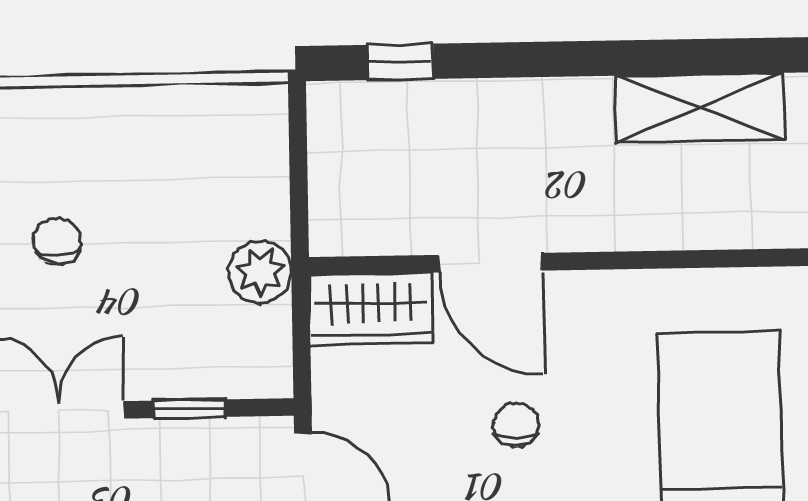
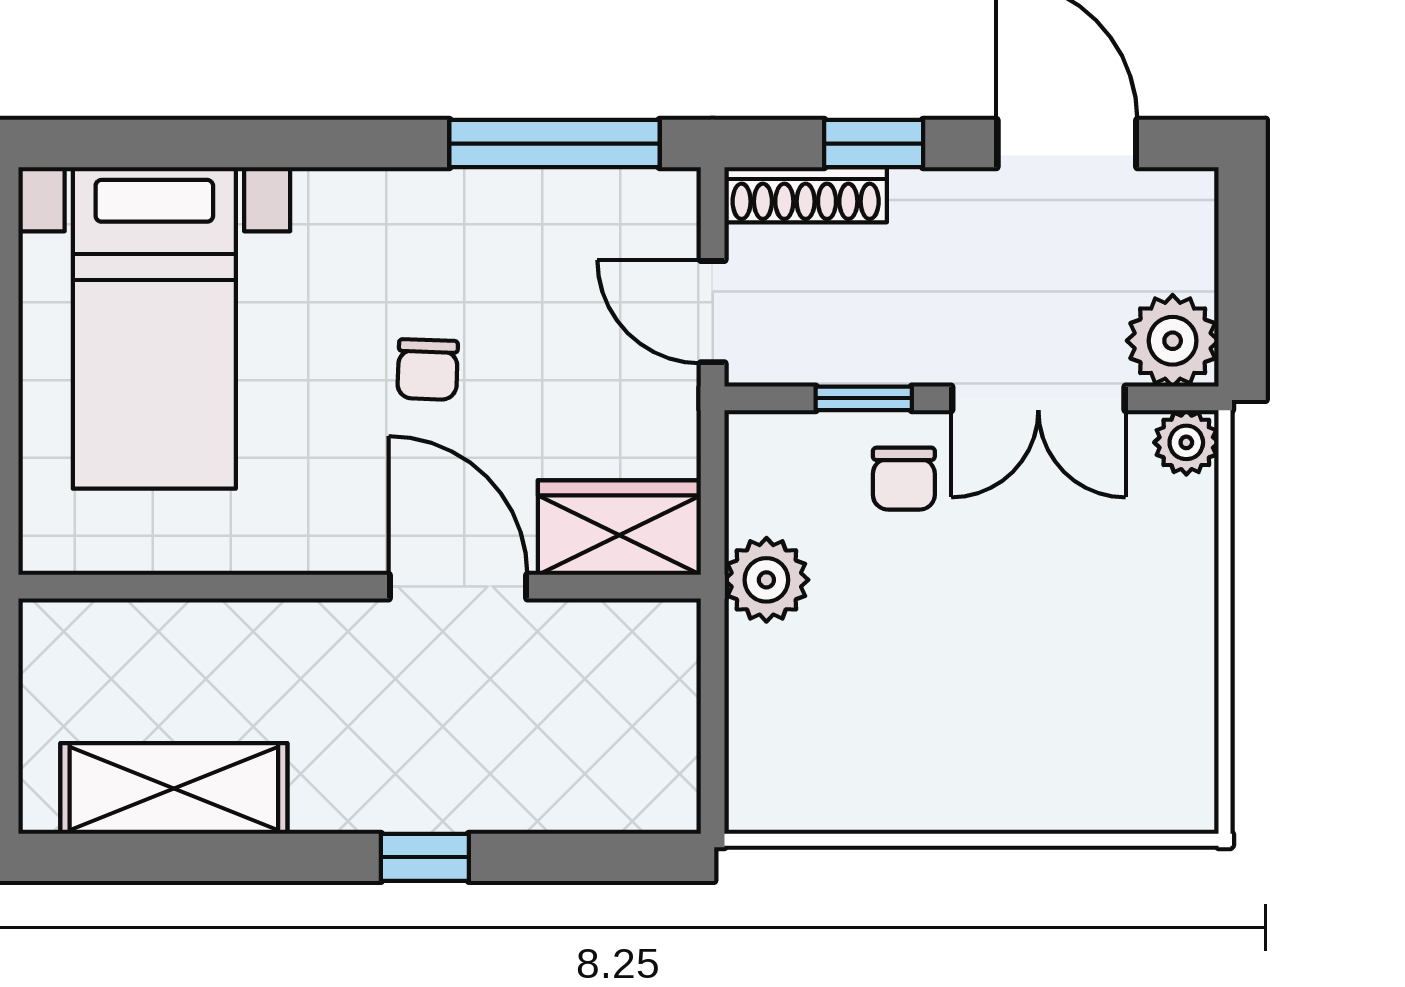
window: (401, 62) -> (425, 857), moved
chair: (57, 241) -> (904, 479), moved

